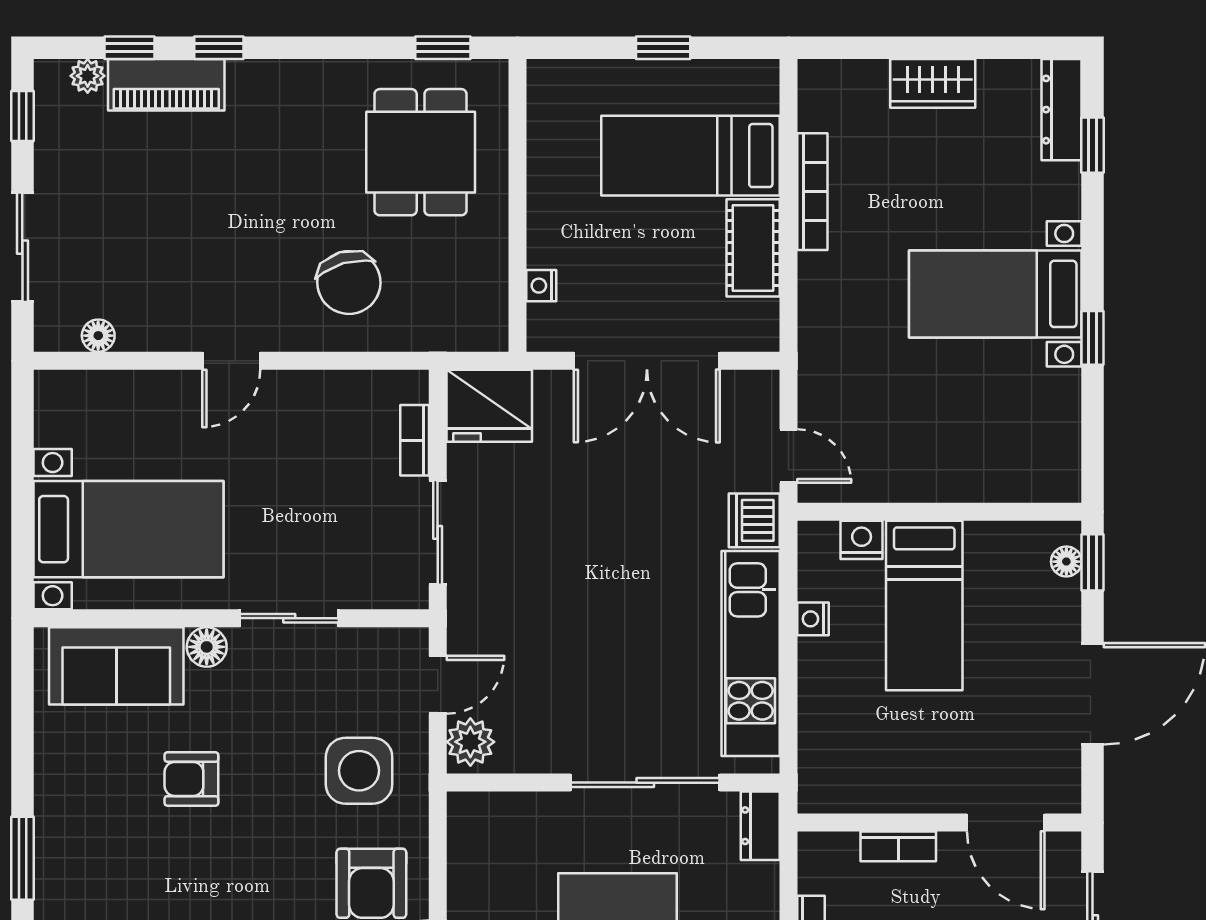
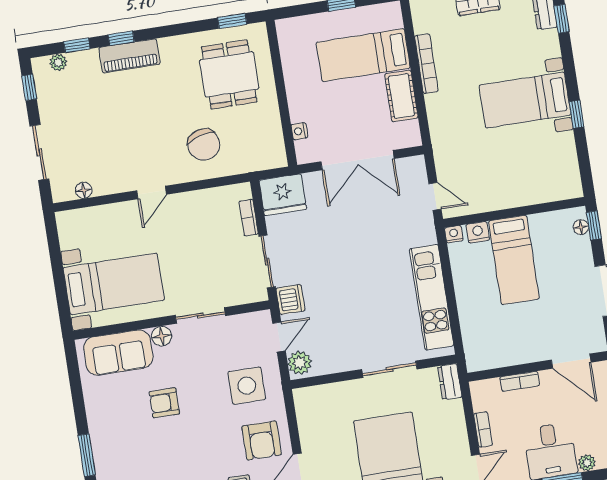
piano: (166, 85) -> (129, 56), moved
dishwasher: (754, 520) -> (290, 299), moved, turned 180
nightstand: (813, 619) -> (454, 234), moved, turned 90
sliding door: (645, 783) -> (389, 369), width x0.73

